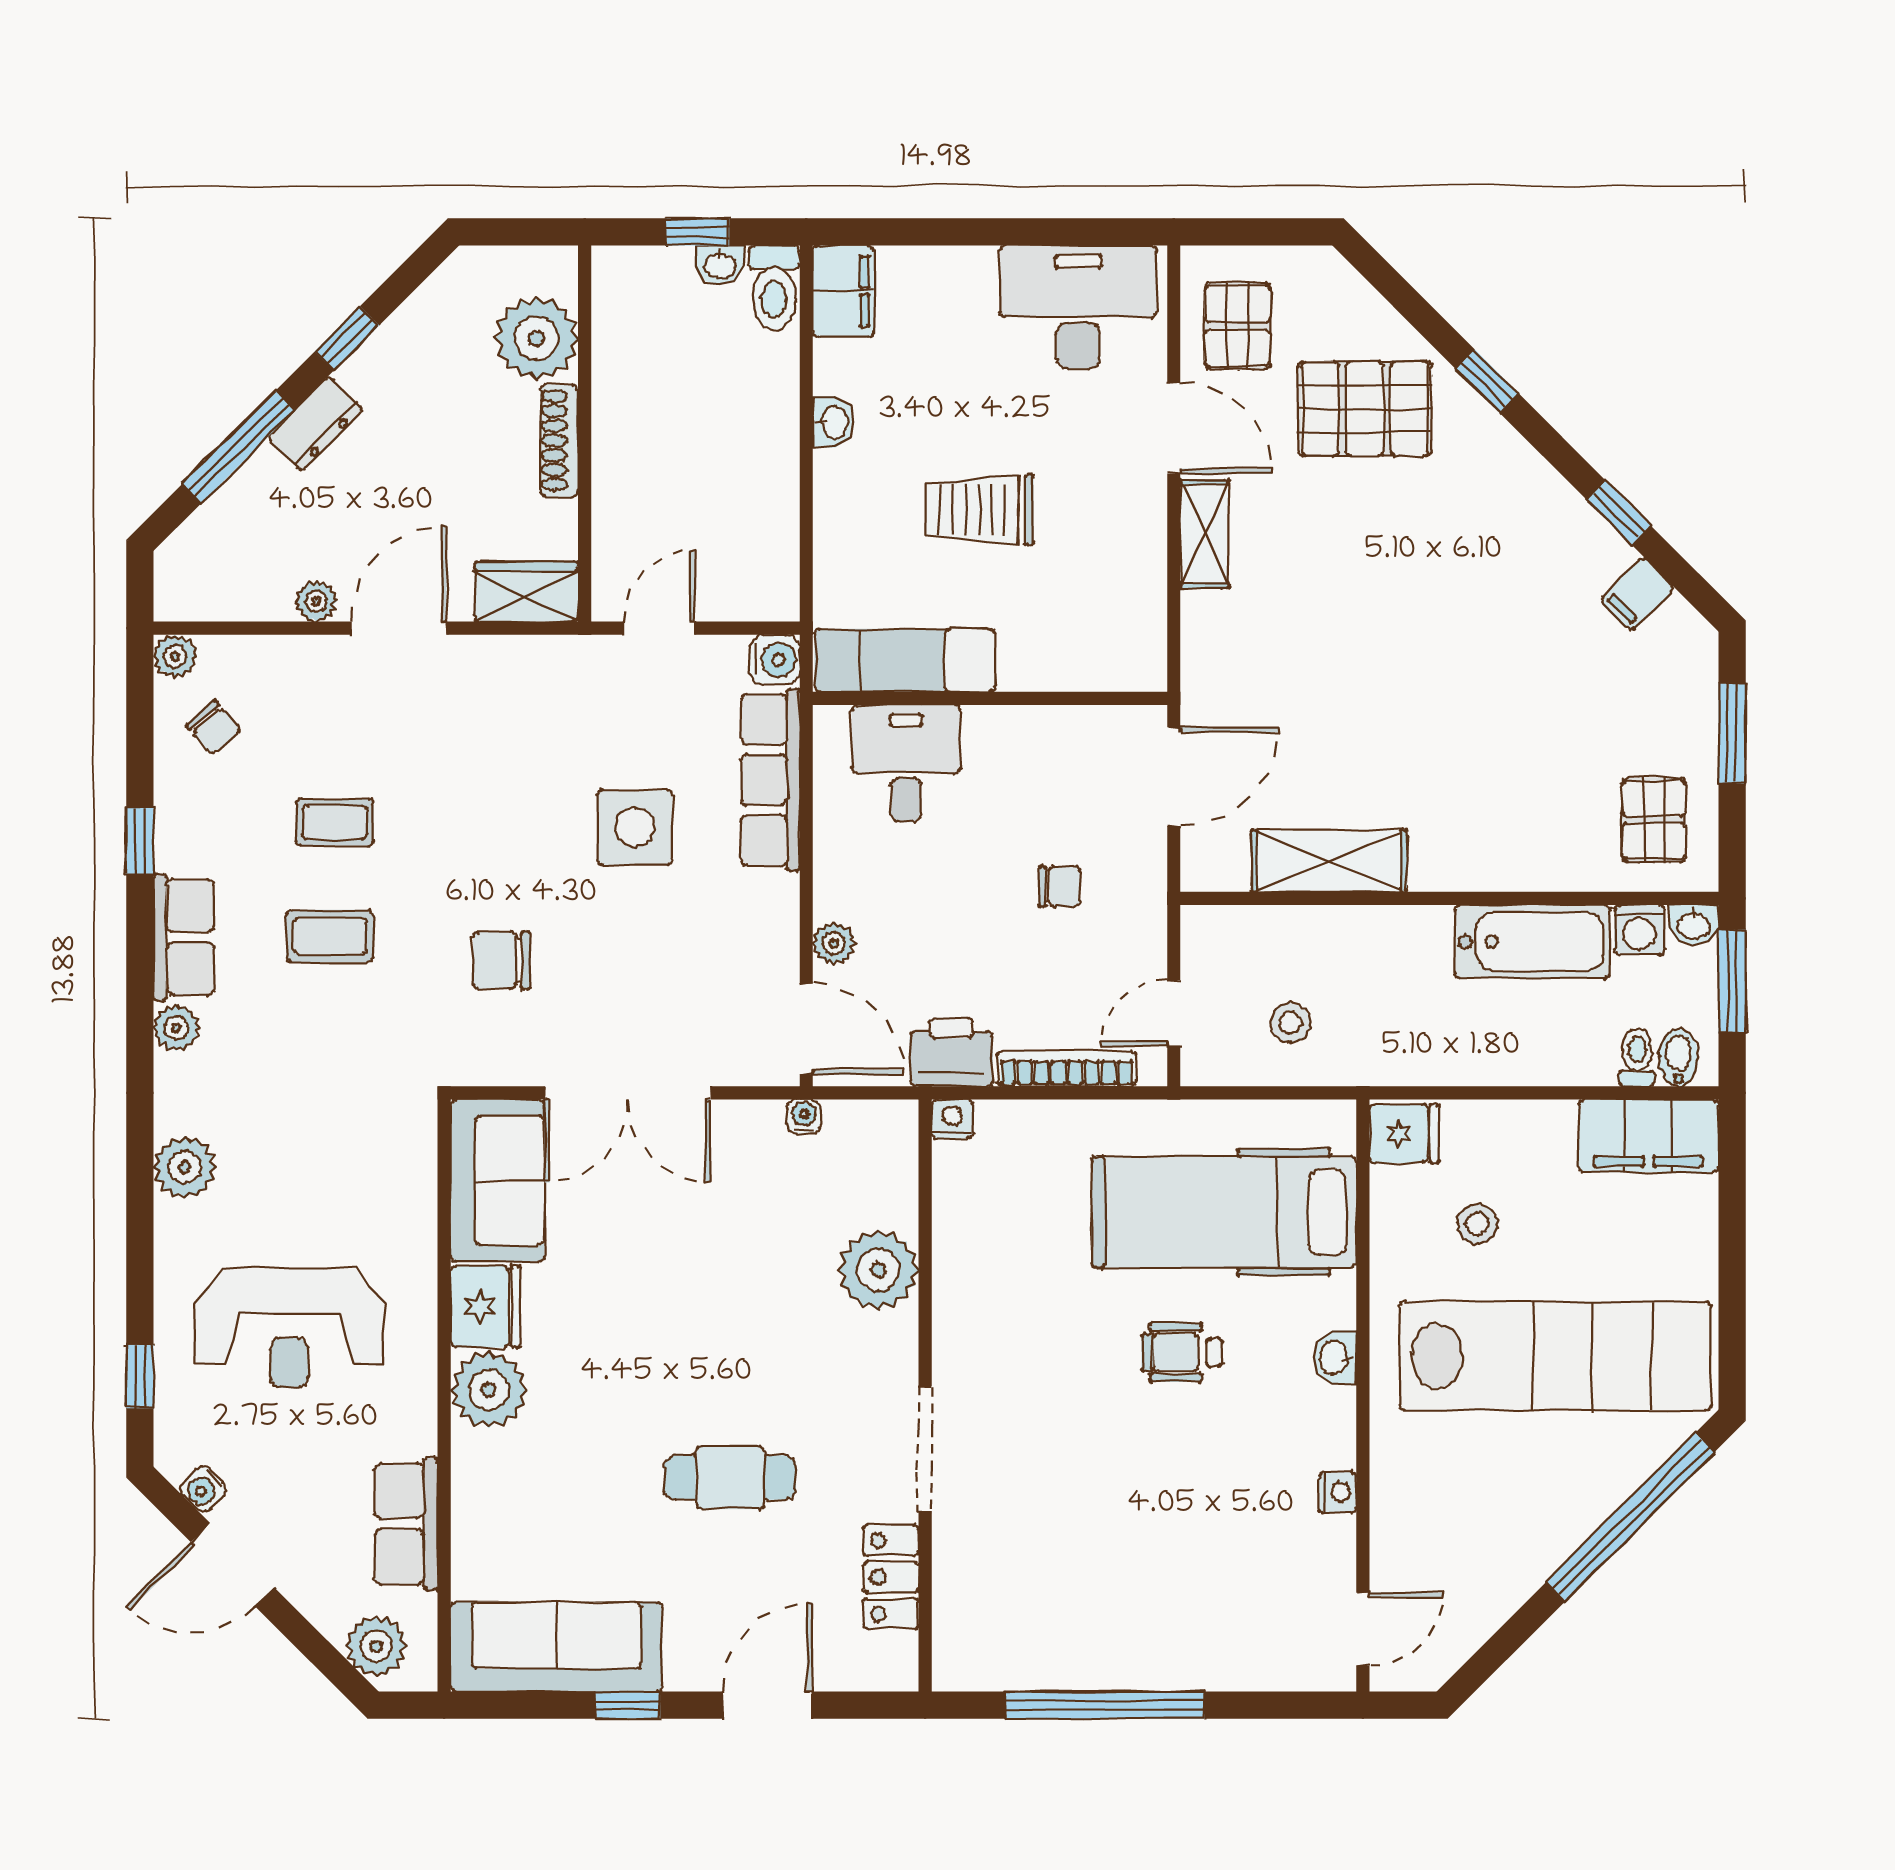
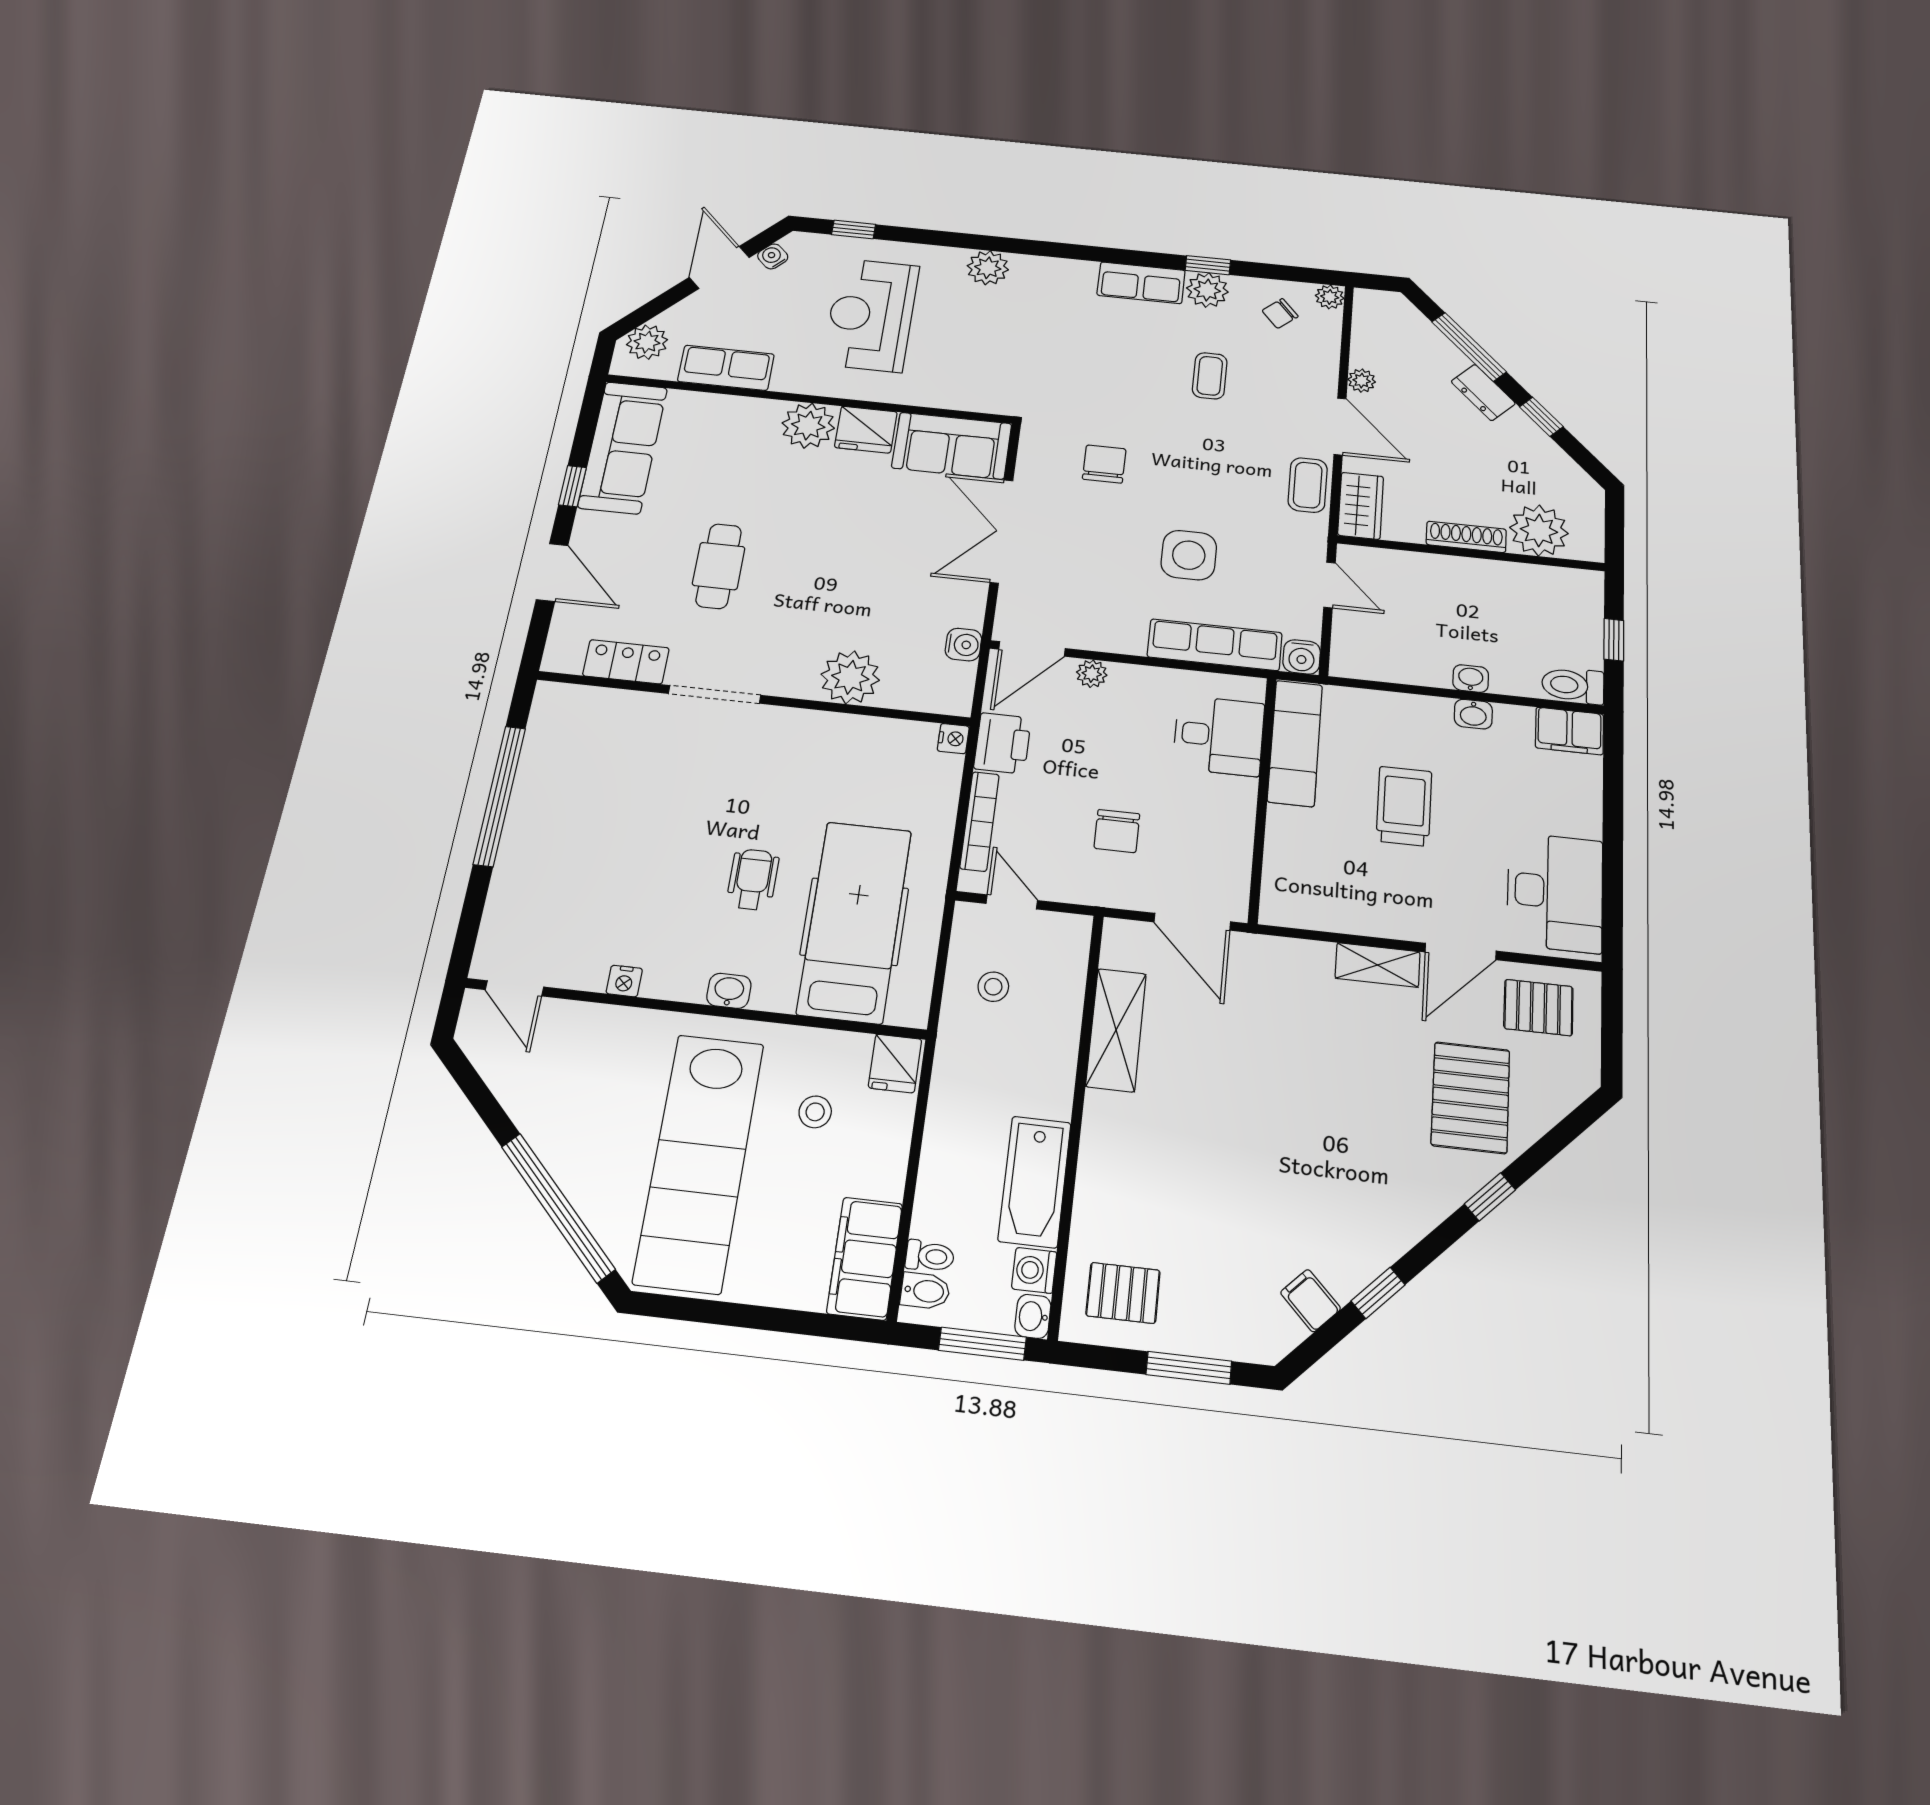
washbasin: (720, 265) -> (1471, 679), moved, turned 90
chair: (1059, 886) -> (1117, 831), width x1.37, depth x1.37
coffee table: (330, 936) -> (1308, 485), moved
plant: (176, 1028) -> (1207, 290), moved, width x1.38, depth x1.38
water cooler: (804, 1117) -> (963, 645), width x1.38, depth x1.38

